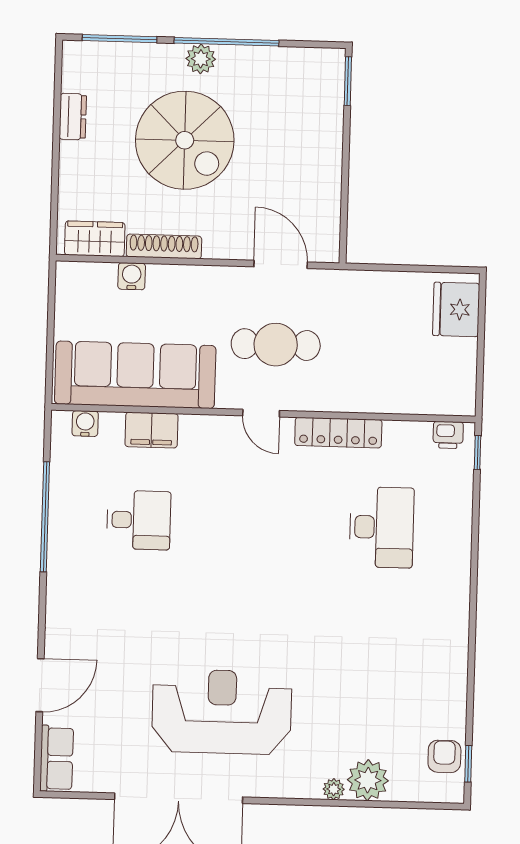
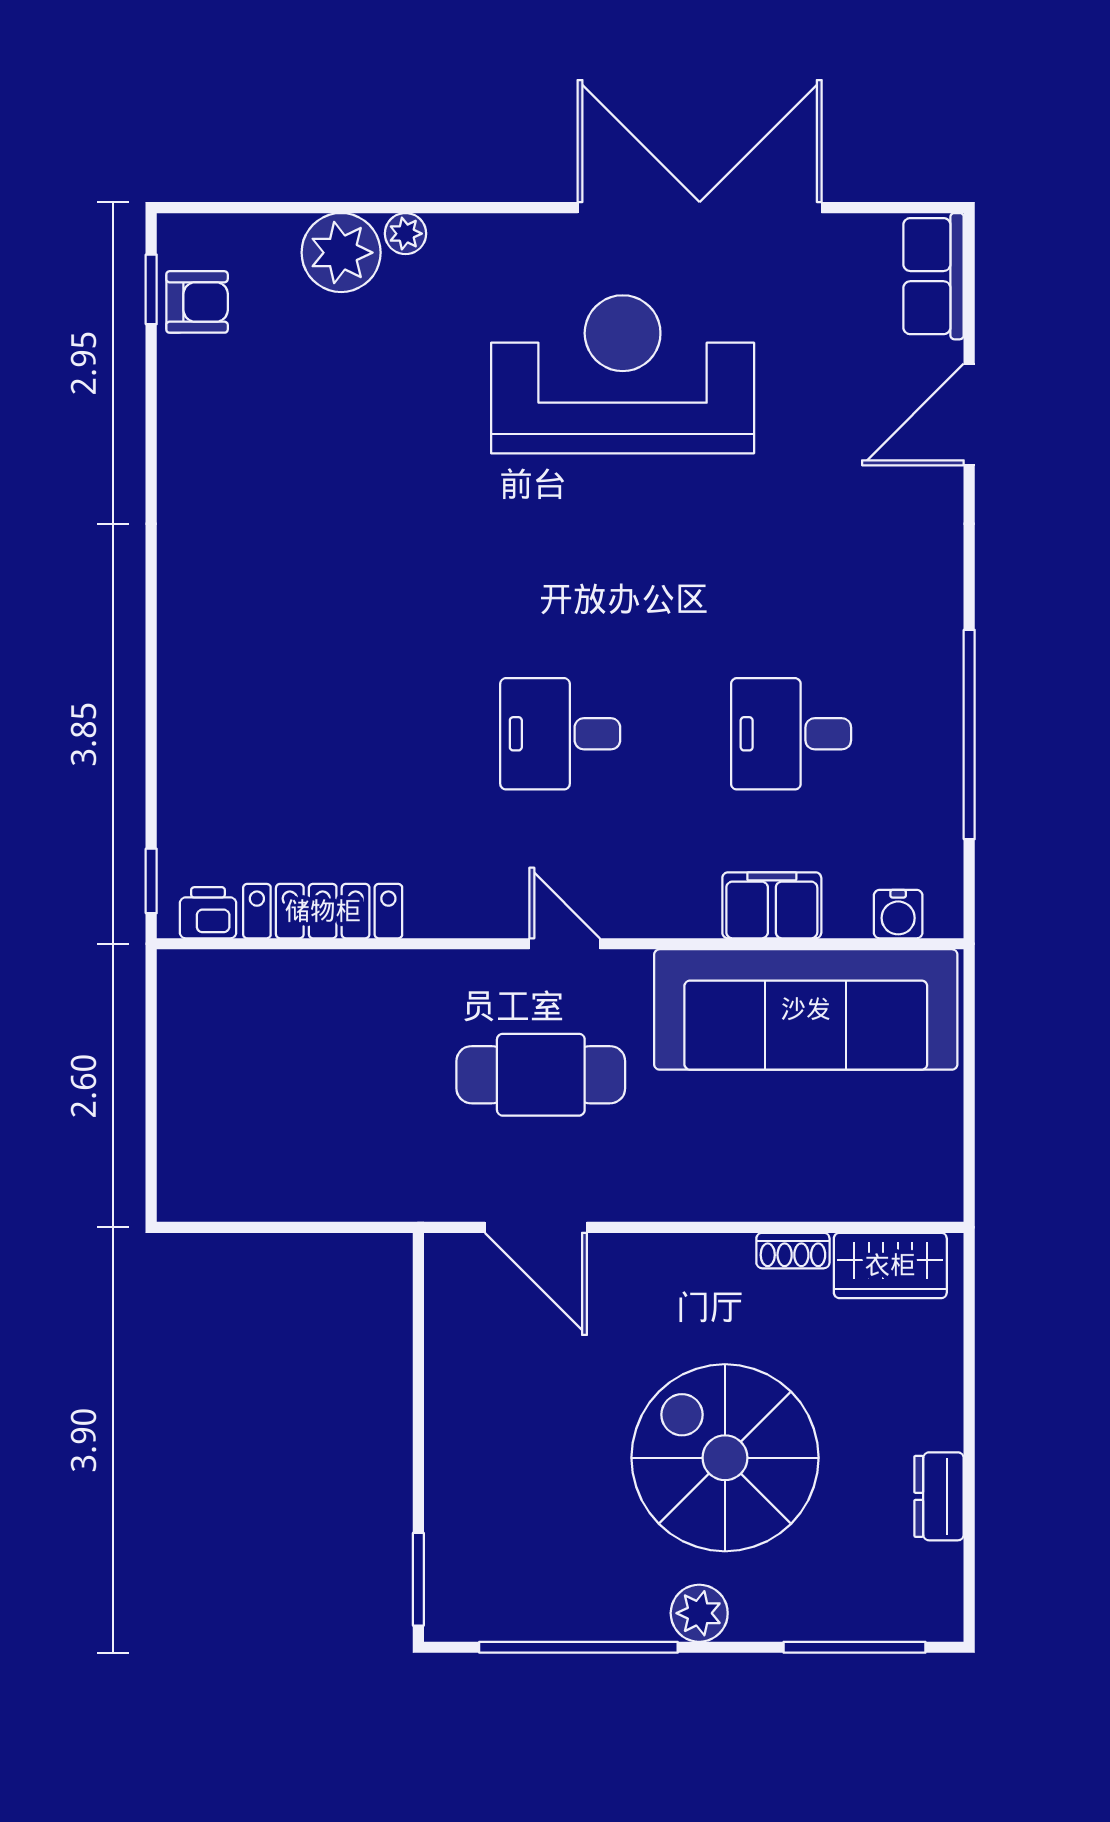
window: (227, 42) -> (578, 1647), moved
shoe rack: (164, 247) -> (793, 1251), width x0.51, depth x0.81
water cooler: (132, 276) -> (818, 1196), removed
fridge: (456, 309) -> (200, 1152), removed
locker: (338, 433) -> (323, 911), moved
desk: (382, 527) -> (560, 734), moved, width x0.73
reception desk: (222, 712) -> (623, 374), turned 180
armchair: (444, 756) -> (197, 302), turned -90

